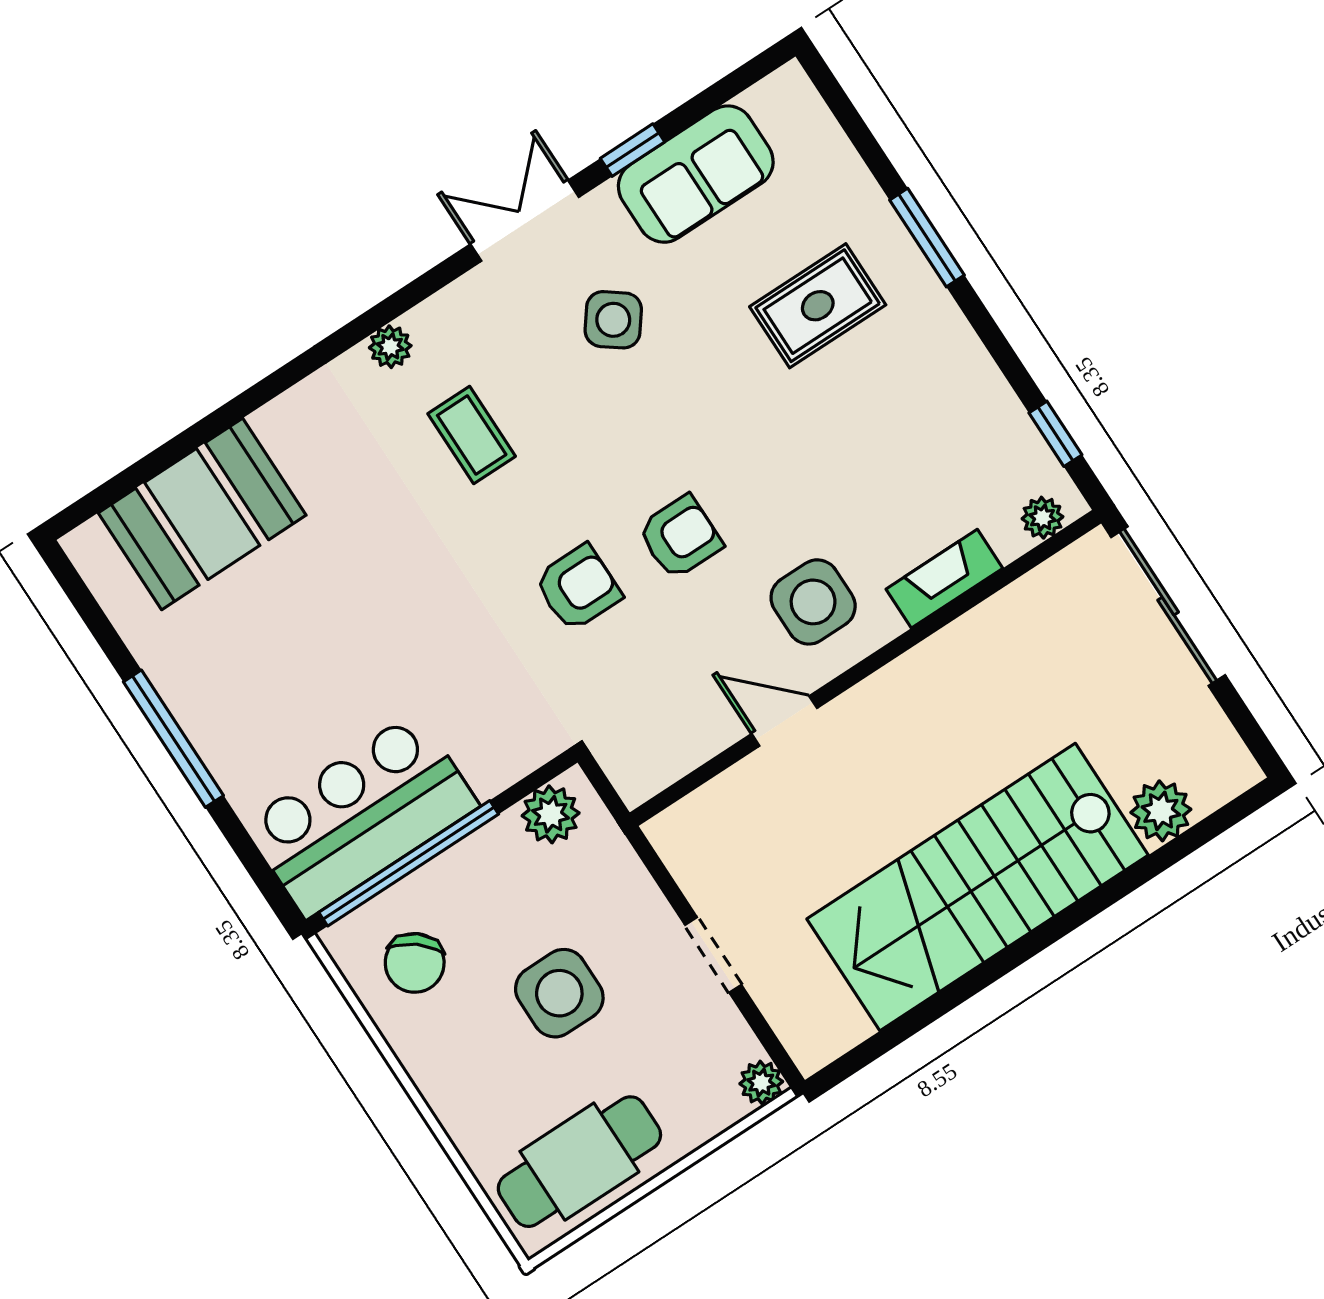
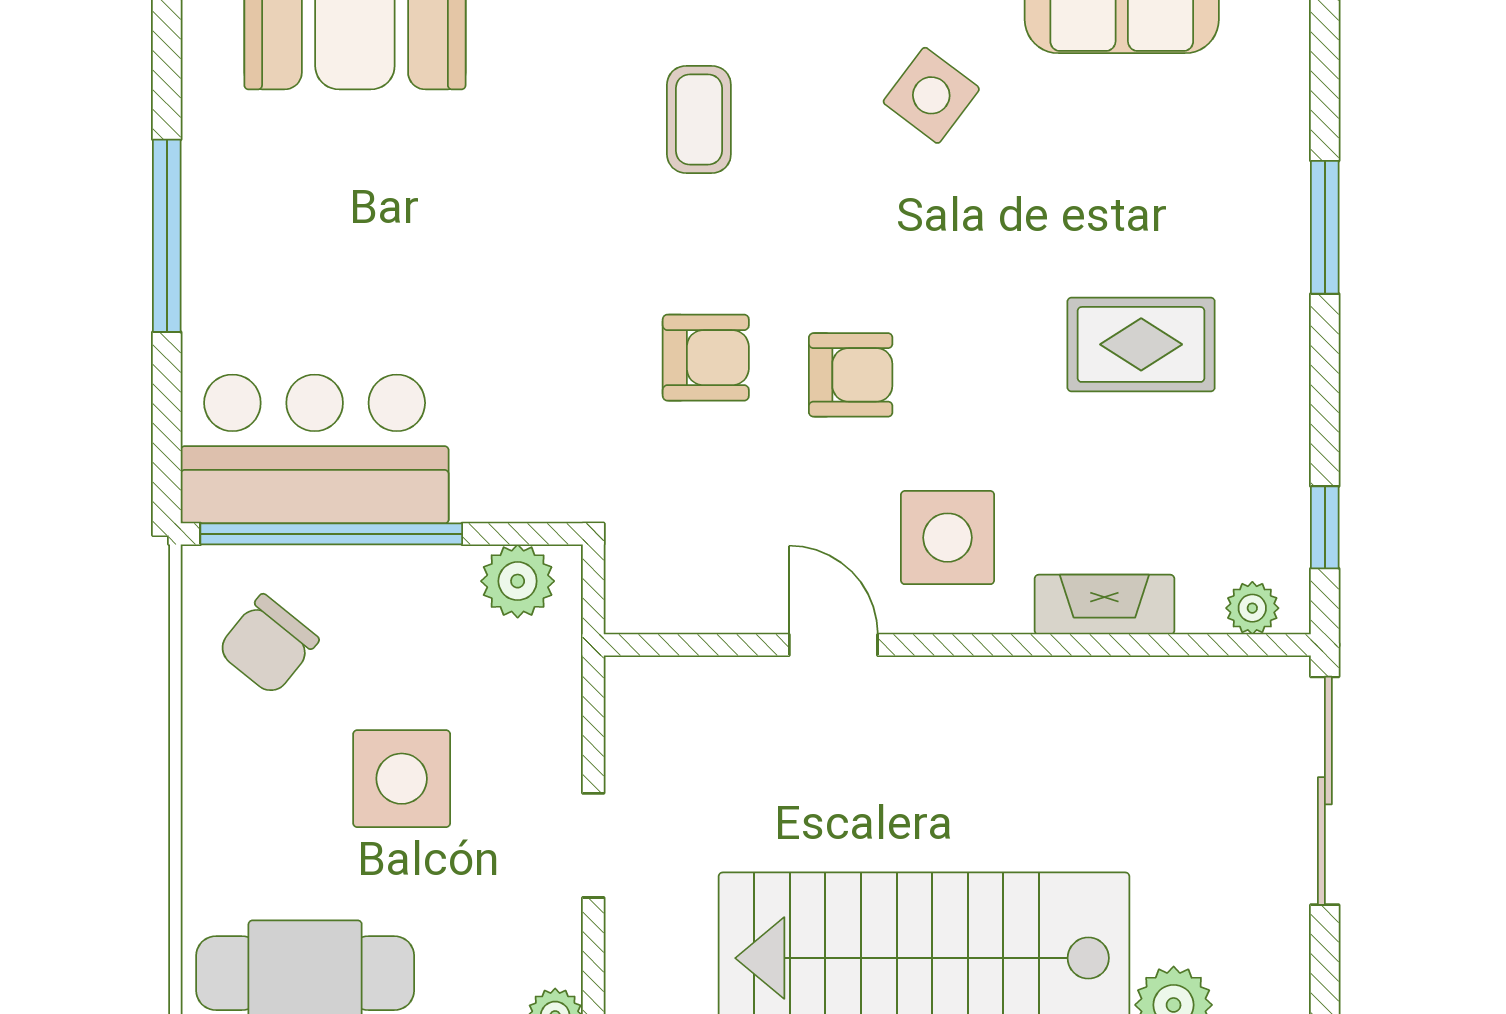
rug: (818, 306) -> (1141, 344), moved

